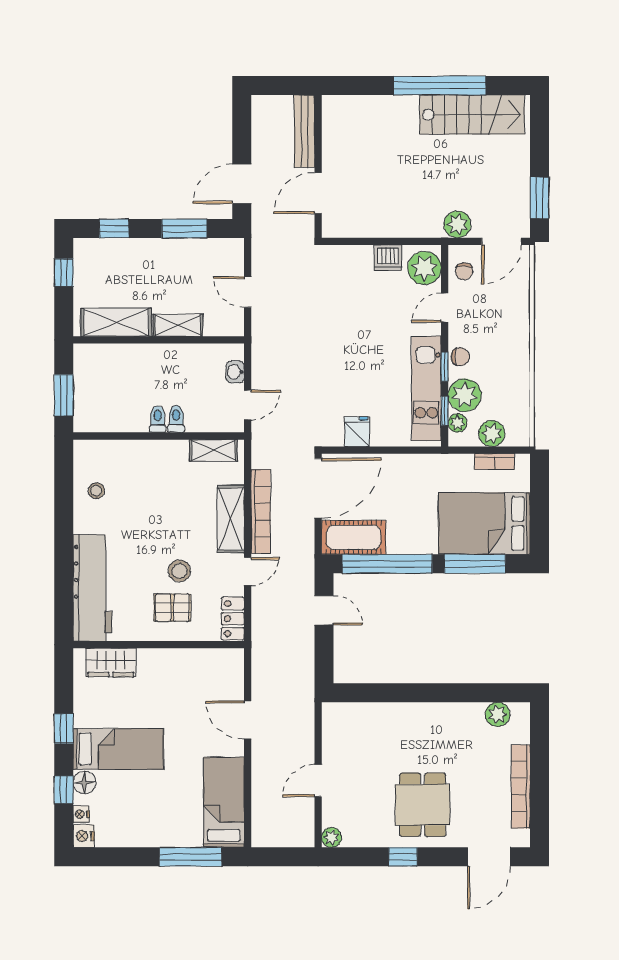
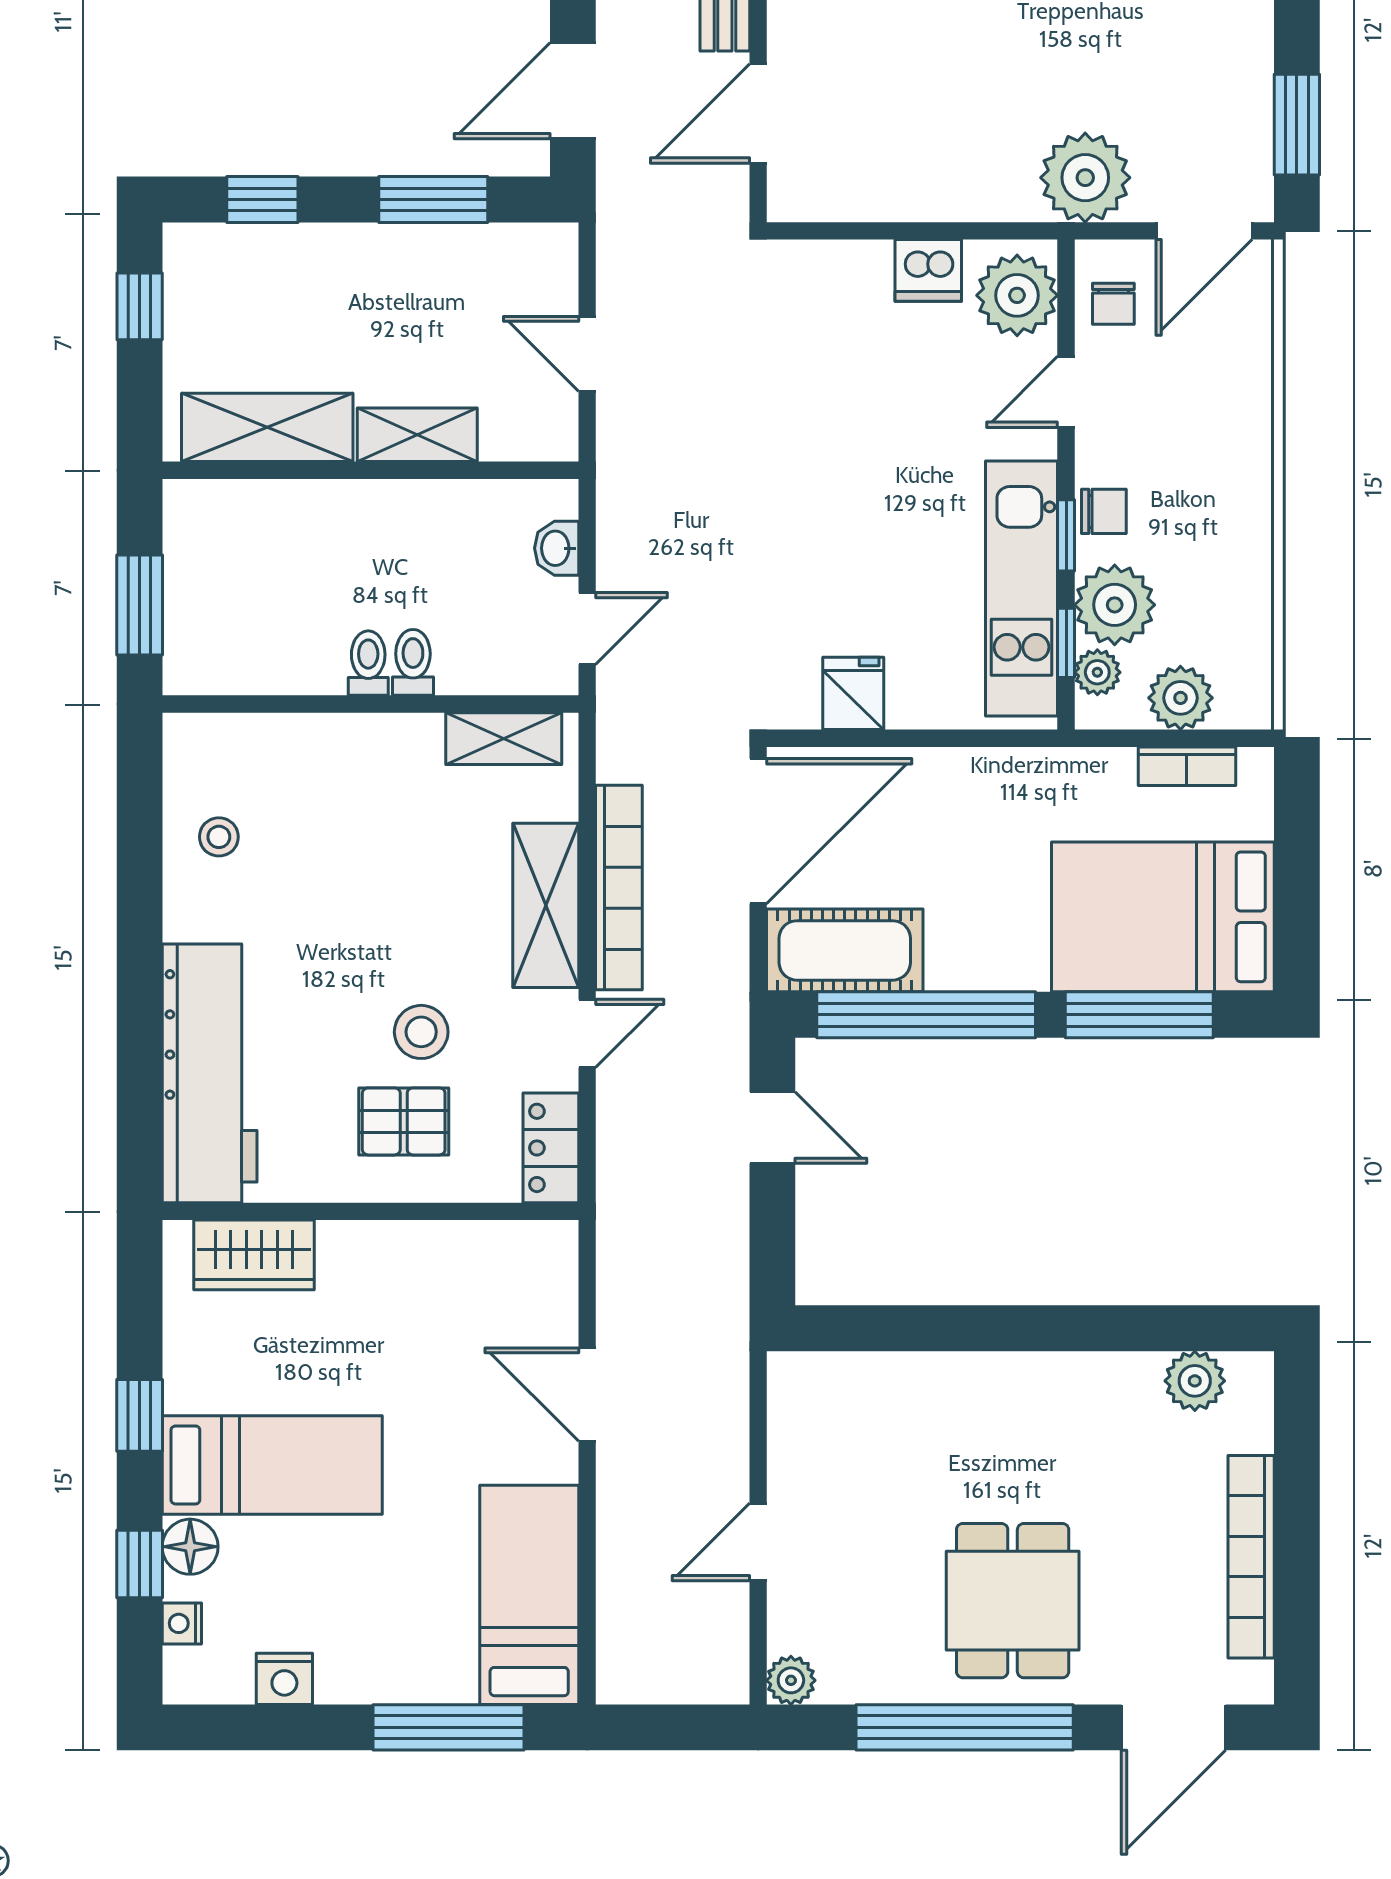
plant: (457, 224) -> (1085, 178), width x1.36, depth x1.36
nightstand: (84, 836) -> (284, 1679), moved, turned -90
window: (403, 857) -> (965, 1727), width x3.17

